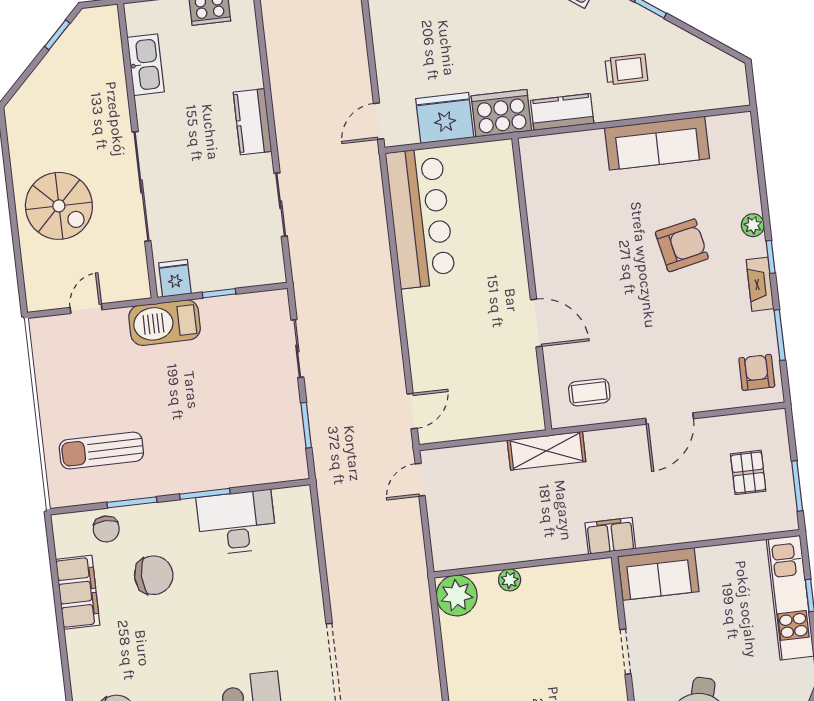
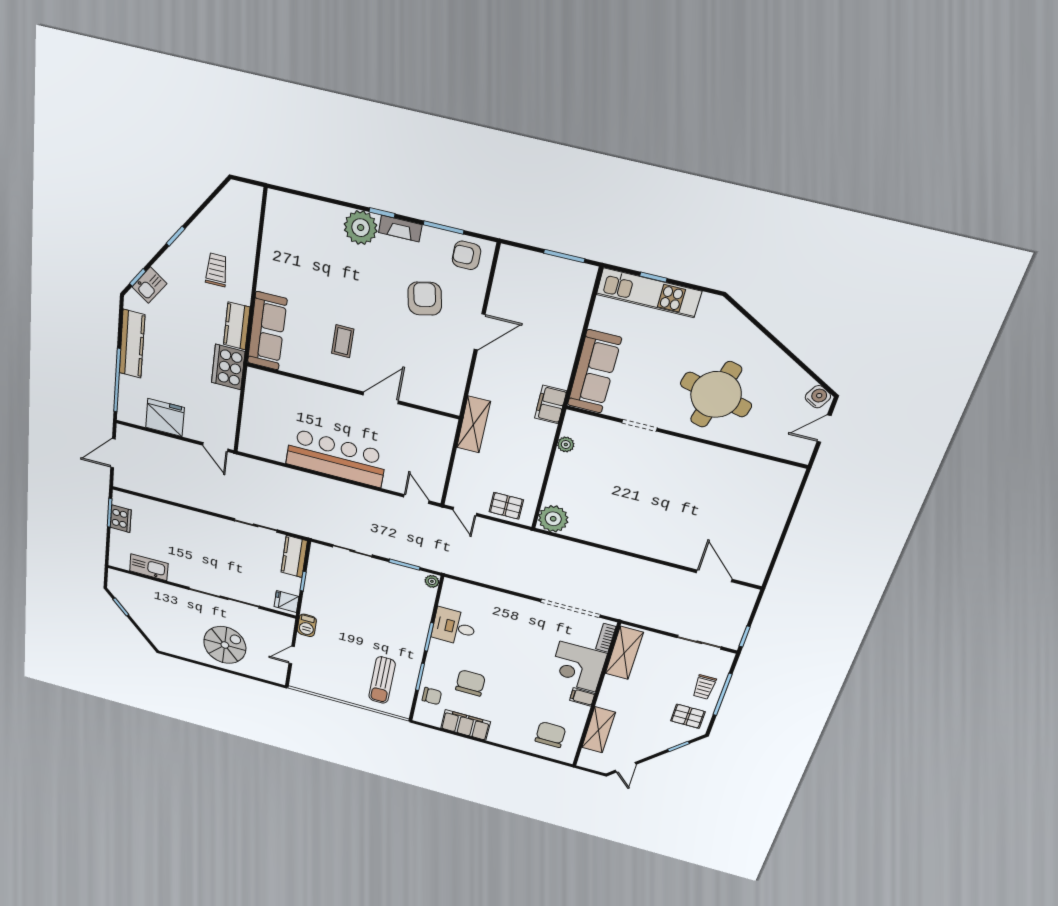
fridge: (445, 118) -> (165, 418), moved, turned 90
kitchen counter: (253, 122) -> (294, 557), moved, turned 90
sofa: (657, 143) -> (267, 331), moved
bar counter: (421, 218) -> (336, 458), moved
plant: (753, 225) -> (361, 228), width x1.87, depth x1.87
armchair: (682, 245) -> (425, 299), moved
door: (86, 309) -> (292, 655), hinge flipped
barbecue: (165, 323) -> (307, 625), width x0.53, depth x0.65
coffee table: (589, 392) -> (343, 341), moved
door: (670, 419) -> (480, 332), hinge flipped
plant: (296, 470) -> (432, 581), added
pallet: (748, 472) -> (506, 506), moved
desk: (237, 523) -> (454, 627), width x0.73
sofa: (659, 574) -> (594, 372), width x1.36
plant: (510, 580) -> (566, 444), moved

